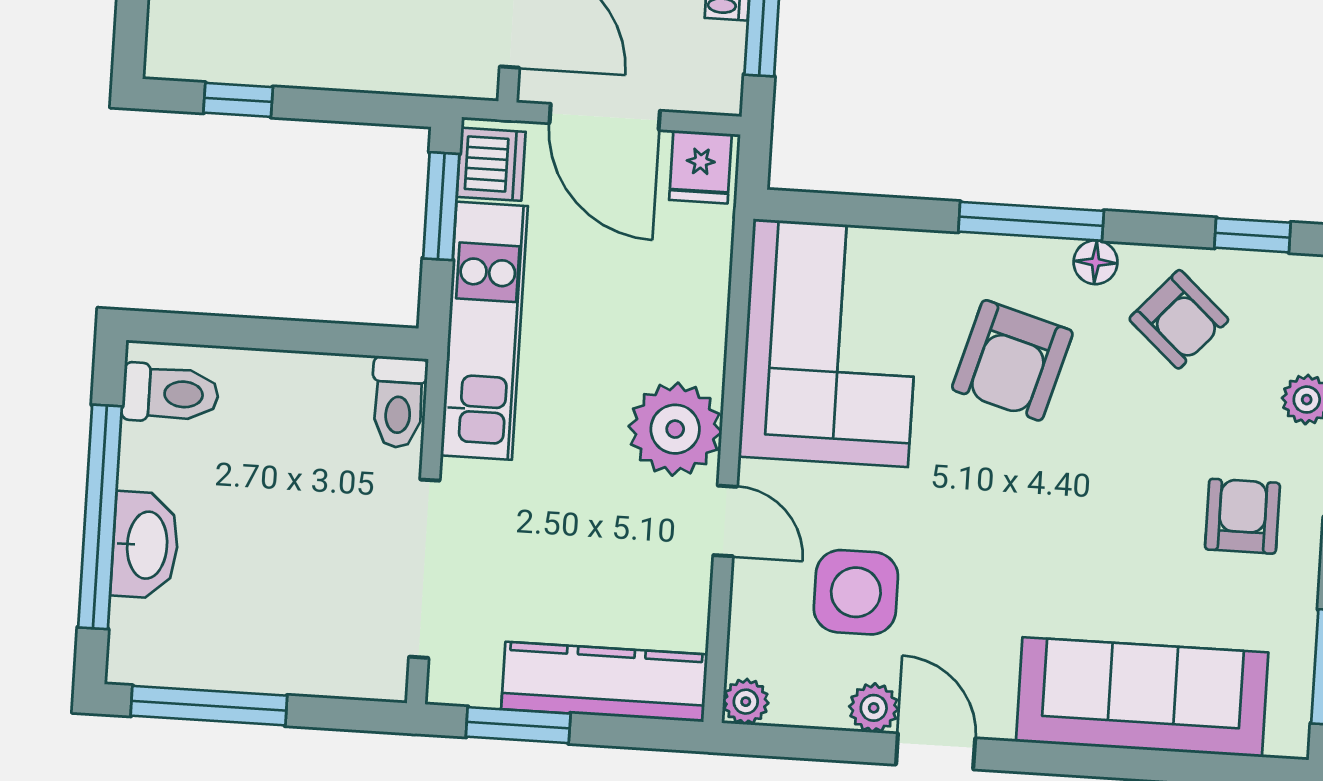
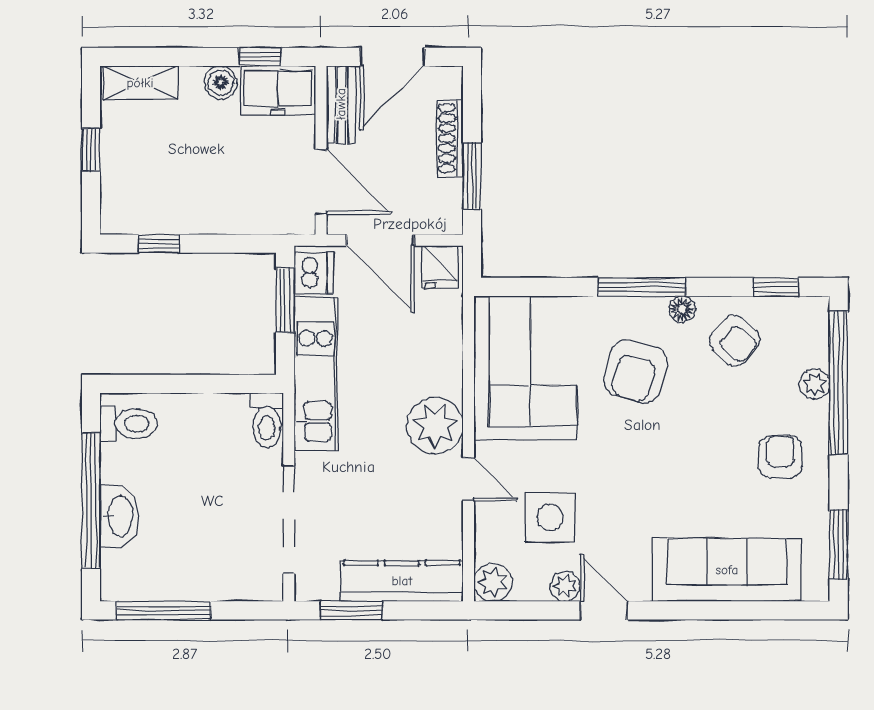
plant: (746, 702) -> (493, 582), width x1.38, depth x1.38

